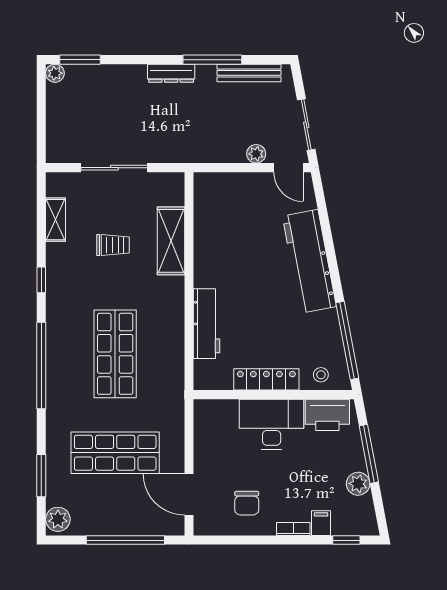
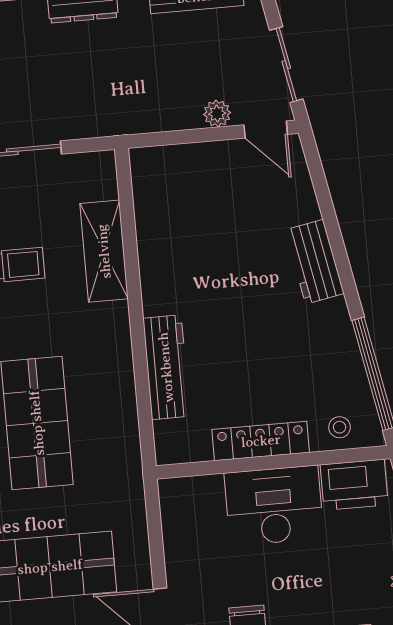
workbench: (309, 261) -> (314, 262), width x0.53, depth x0.76

